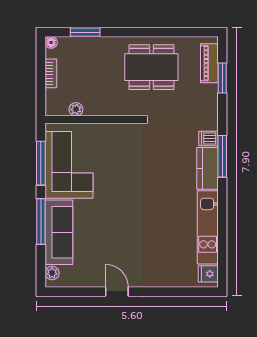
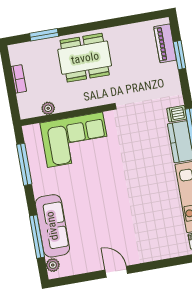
floor lamp: (51, 42) -> (14, 50), removed
dining table: (151, 67) -> (85, 58), moved
corner sofa: (69, 165) -> (75, 140), moved, turned 90
window: (41, 222) -> (37, 237), moved

